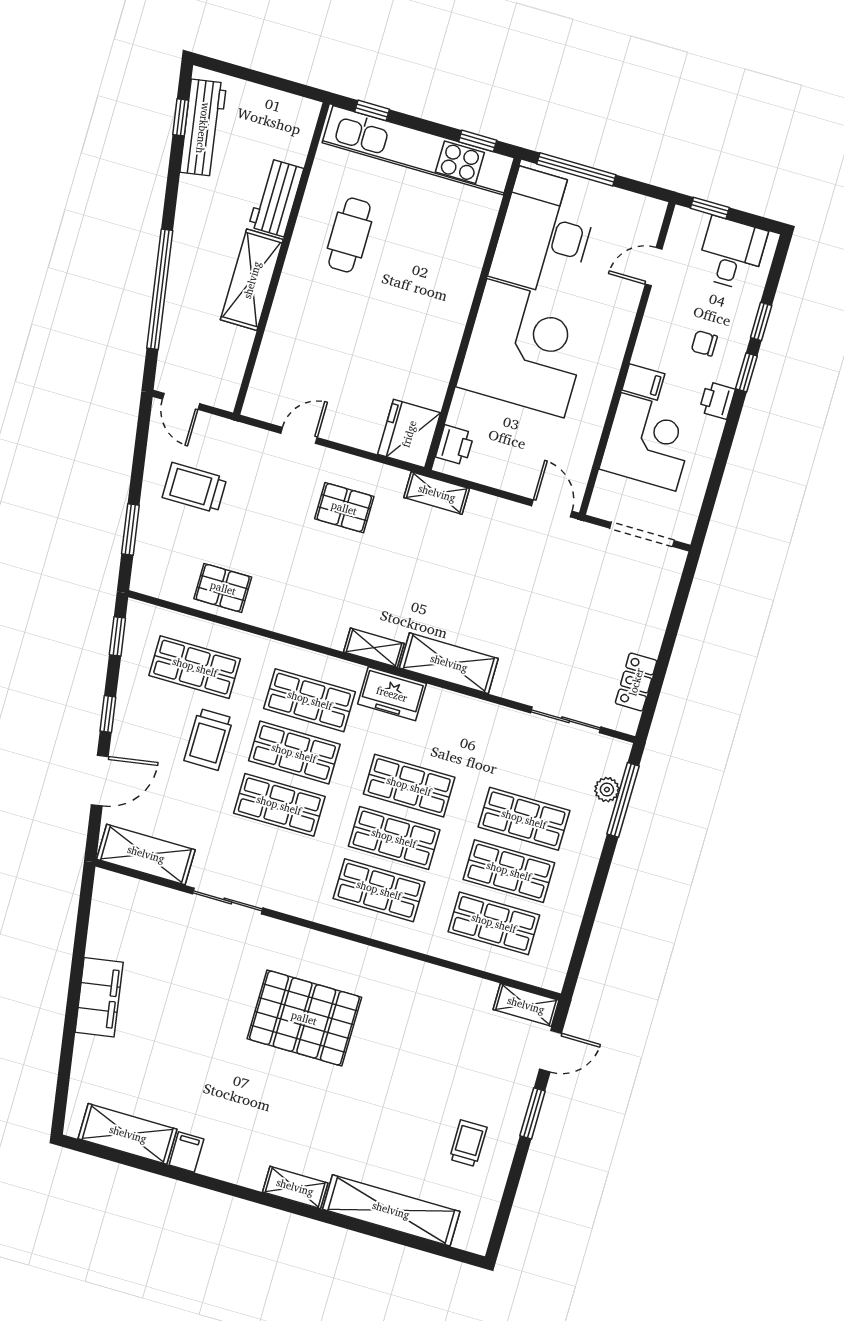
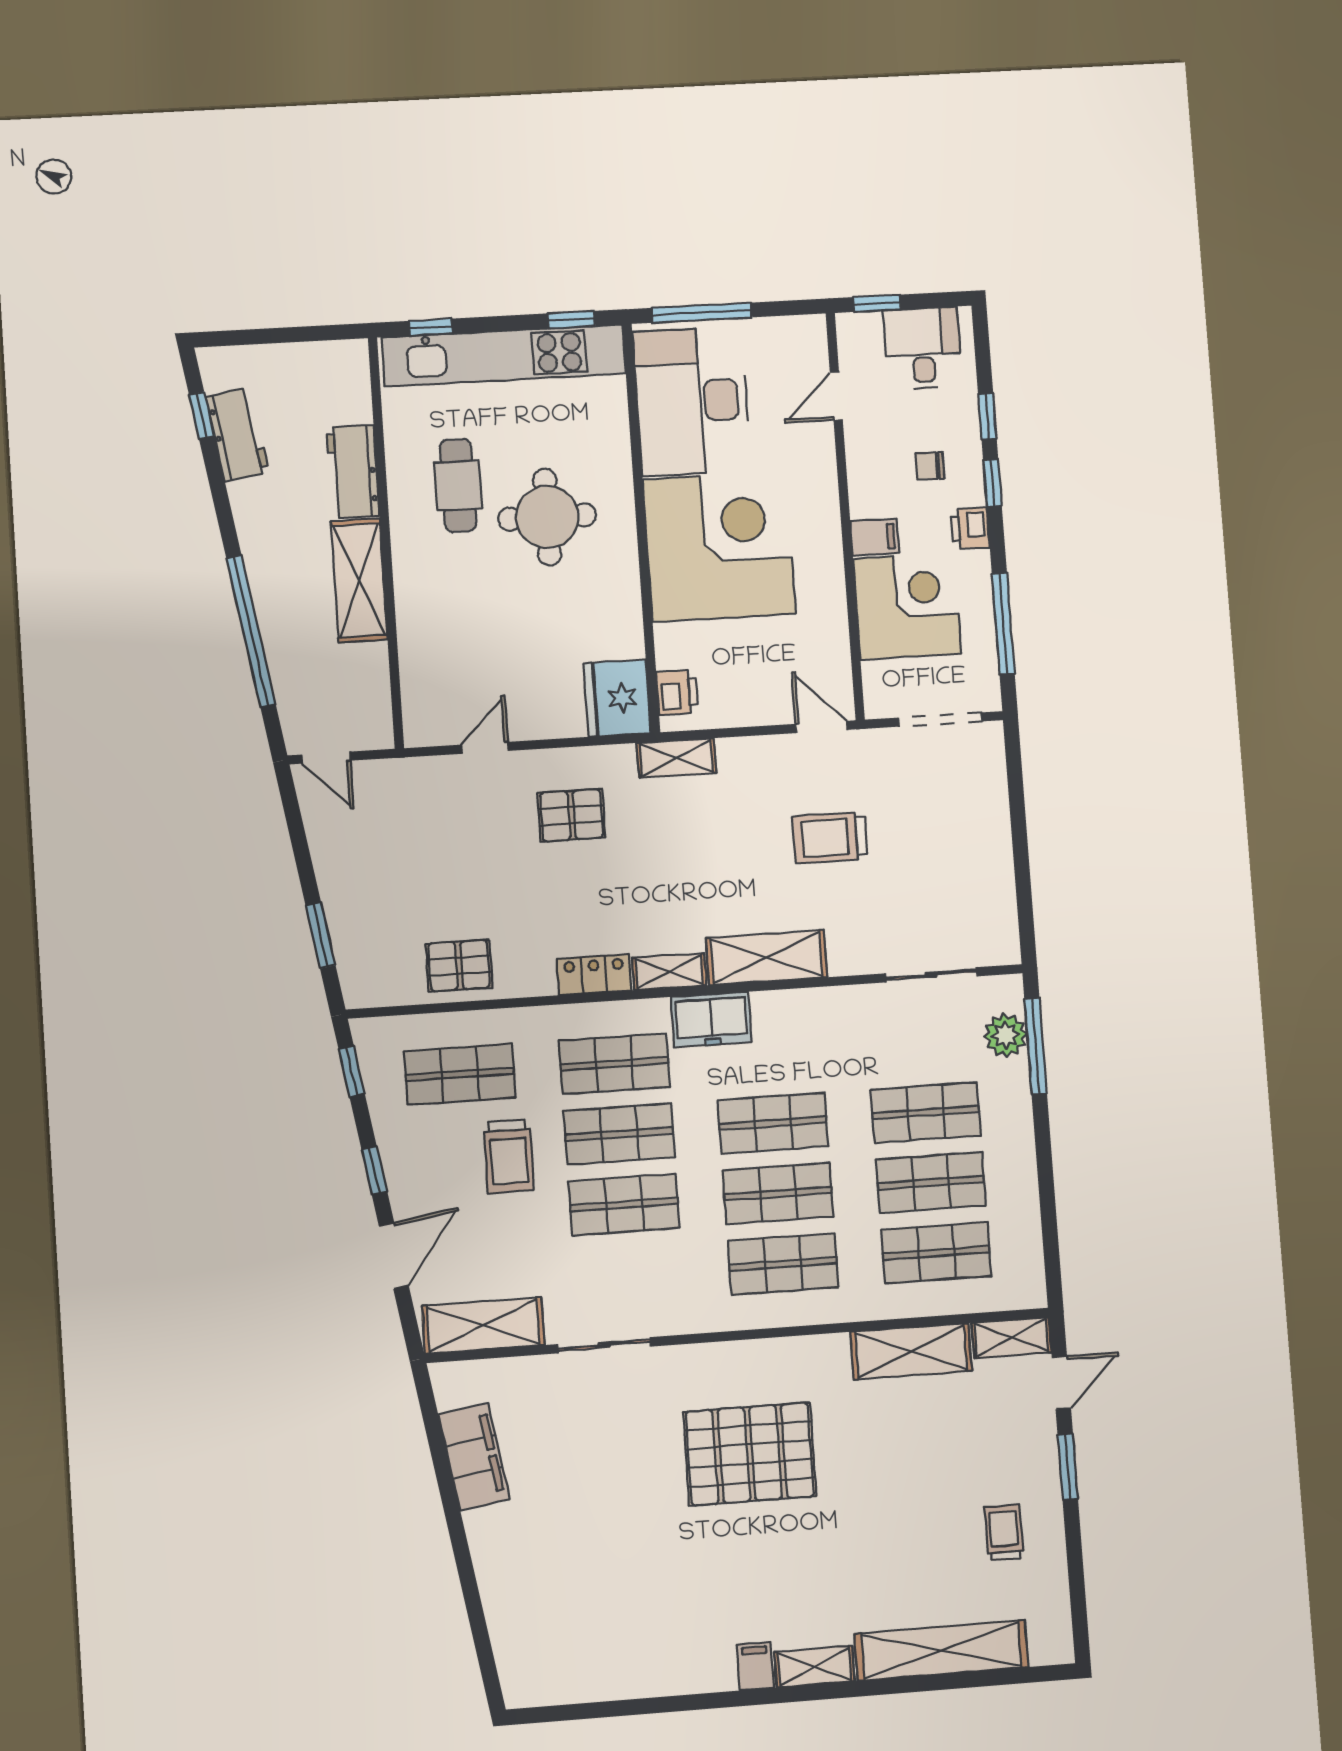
workbench: (203, 128) -> (237, 434), width x0.73
round table: (406, 282) -> (547, 517), added
window: (715, 480) -> (1003, 624), added
trolley: (194, 488) -> (830, 838), moved
locker: (636, 682) -> (594, 975), moved, turned 90
plant: (607, 790) -> (1005, 1035), width x1.38, depth x1.38
filing cabinet: (99, 997) -> (474, 1457), moved
shelving: (128, 1134) -> (911, 1351), moved
filing cabinet: (186, 1152) -> (755, 1666), moved

